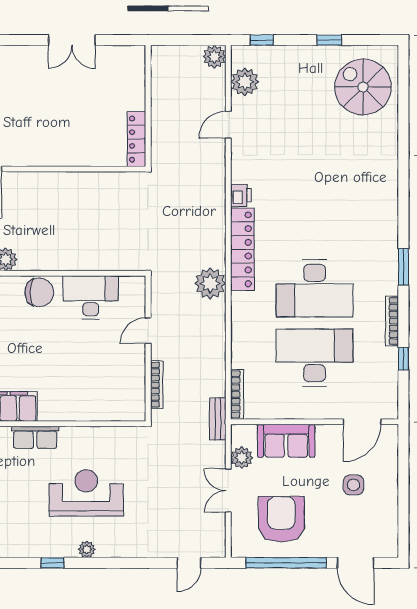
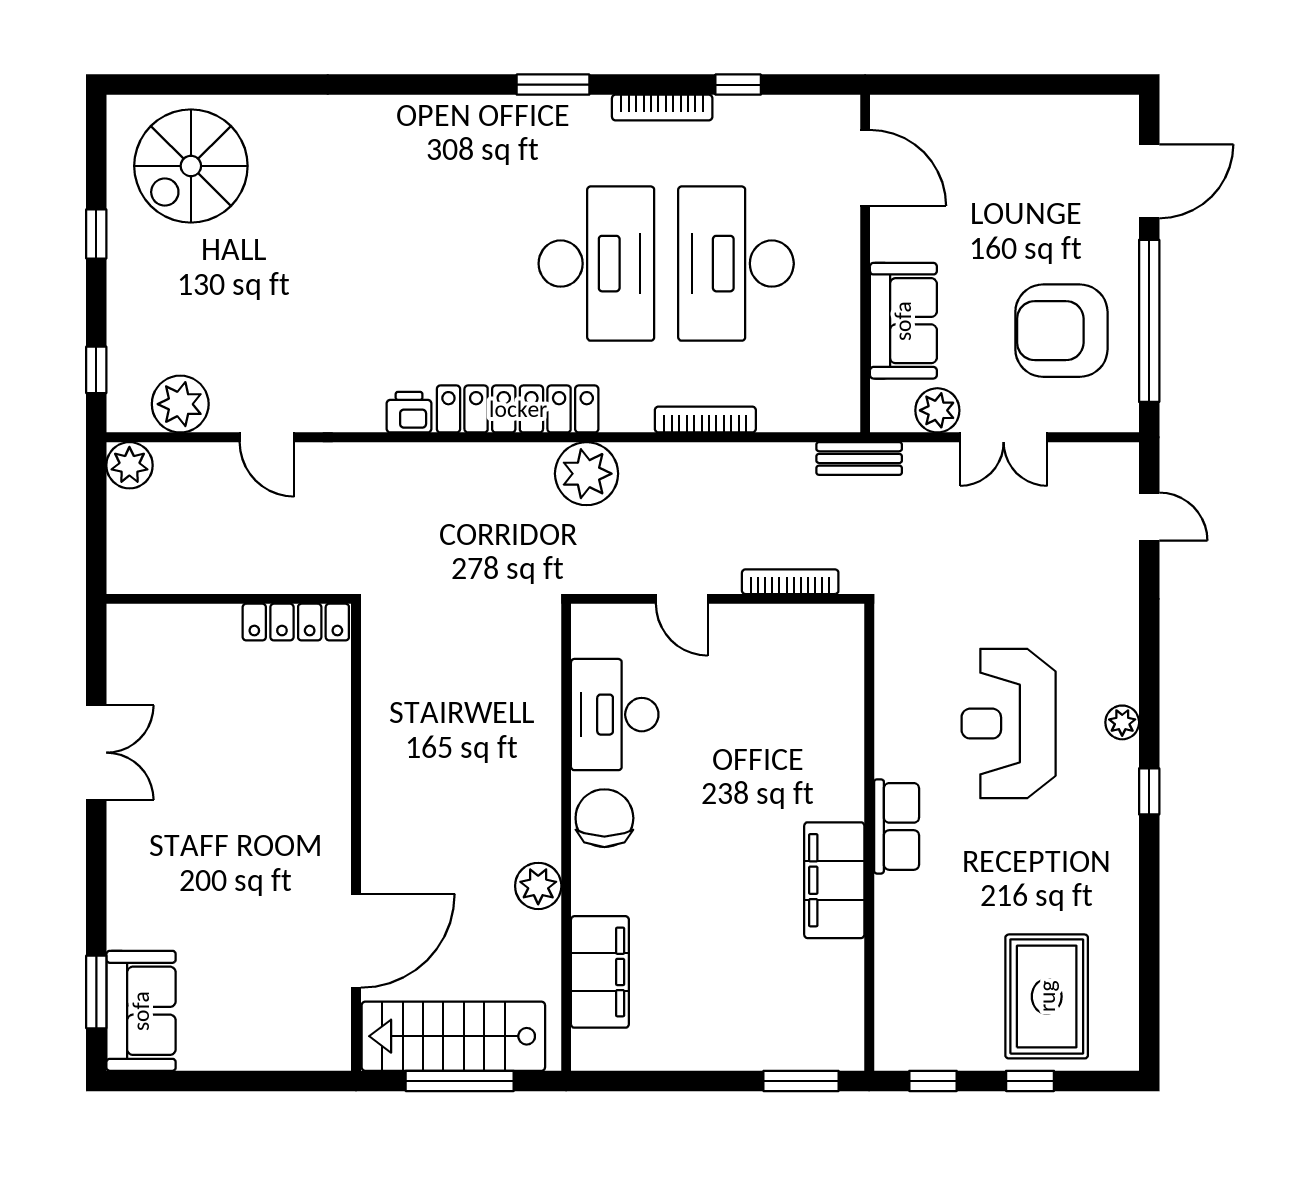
bookcase: (237, 394) -> (705, 420), moved
side table: (353, 485) -> (992, 185), removed

